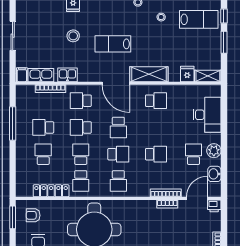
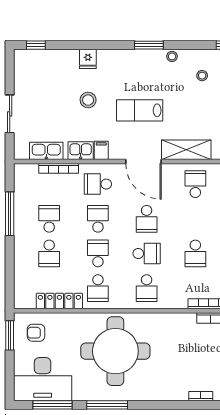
sliding door: (13, 36) -> (10, 114), moved
filing cabinet: (22, 75) -> (101, 150), moved
school desk: (156, 101) -> (195, 184), turned -90
school desk: (43, 127) -> (49, 219), turned 90
school desk: (81, 127) -> (98, 219), turned 90
school desk: (43, 154) -> (49, 253), turned 180
school desk: (156, 154) -> (195, 253), turned 90

